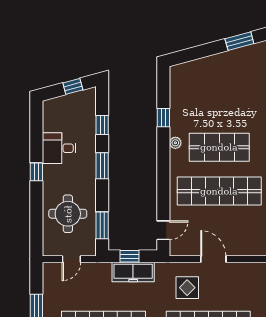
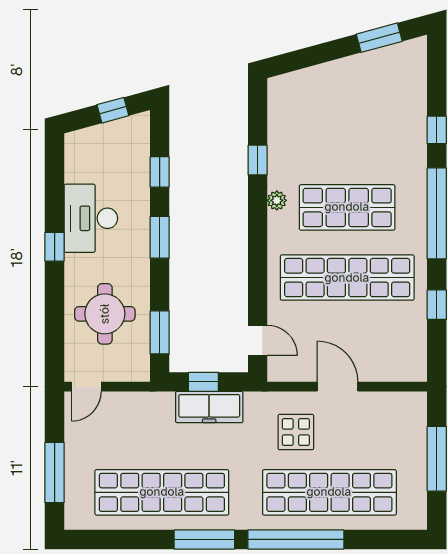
desk: (59, 148) -> (91, 218), width x1.37
door: (163, 230) -> (258, 340), hinge flipped
door: (71, 259) -> (86, 387), moved

